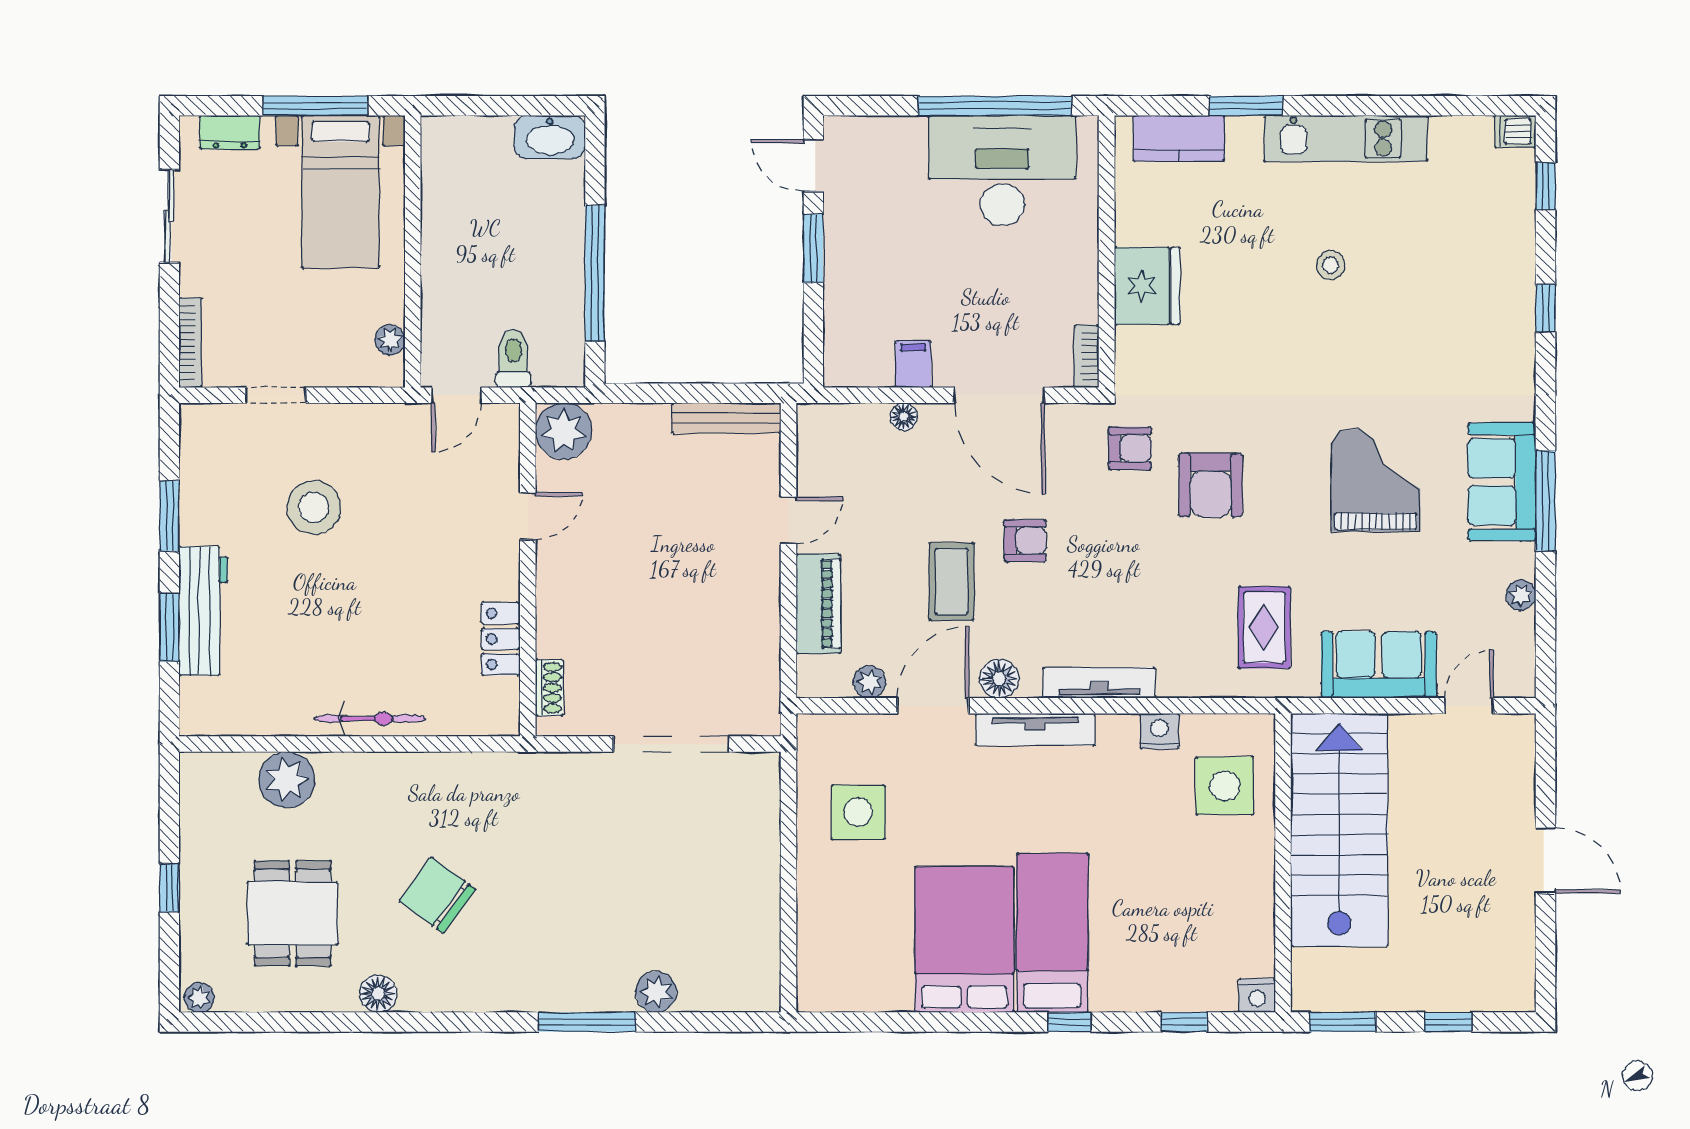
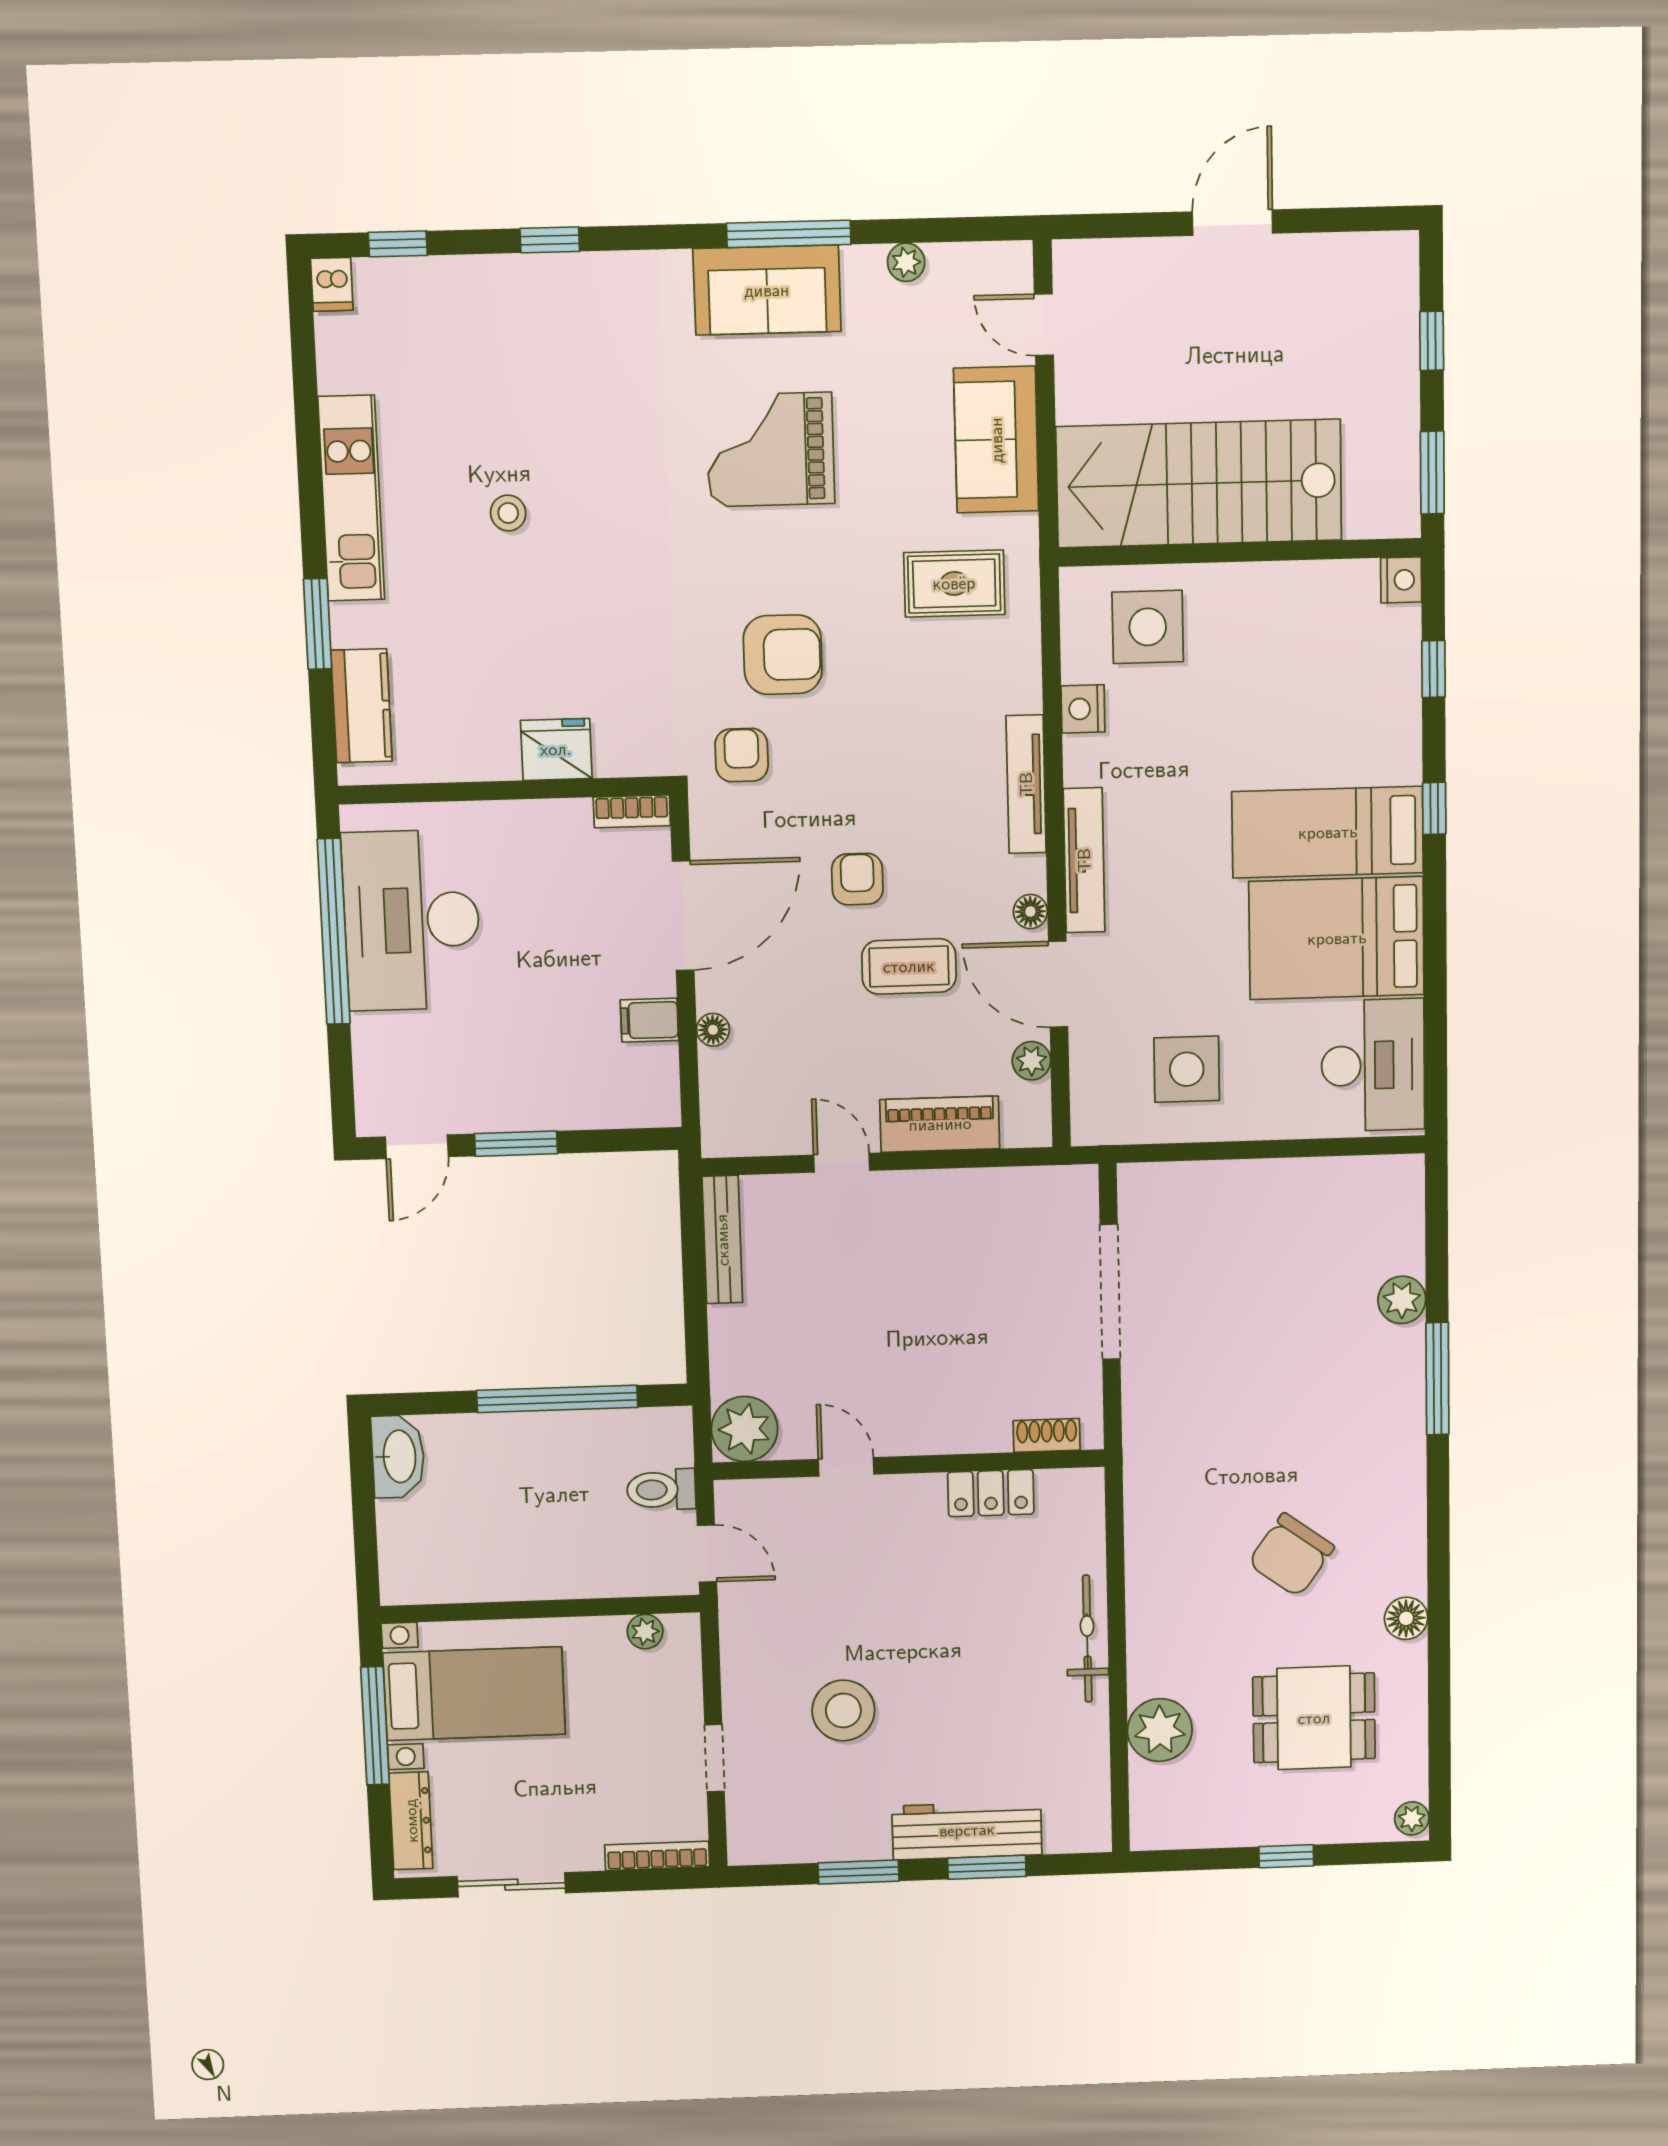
dresser: (230, 132) -> (411, 1821), width x1.44
fridge: (1147, 286) -> (556, 749), width x0.73, depth x0.75
floor lamp: (999, 679) -> (1030, 912), width x0.73, depth x0.73
desk: (857, 969) -> (1373, 1065), added

